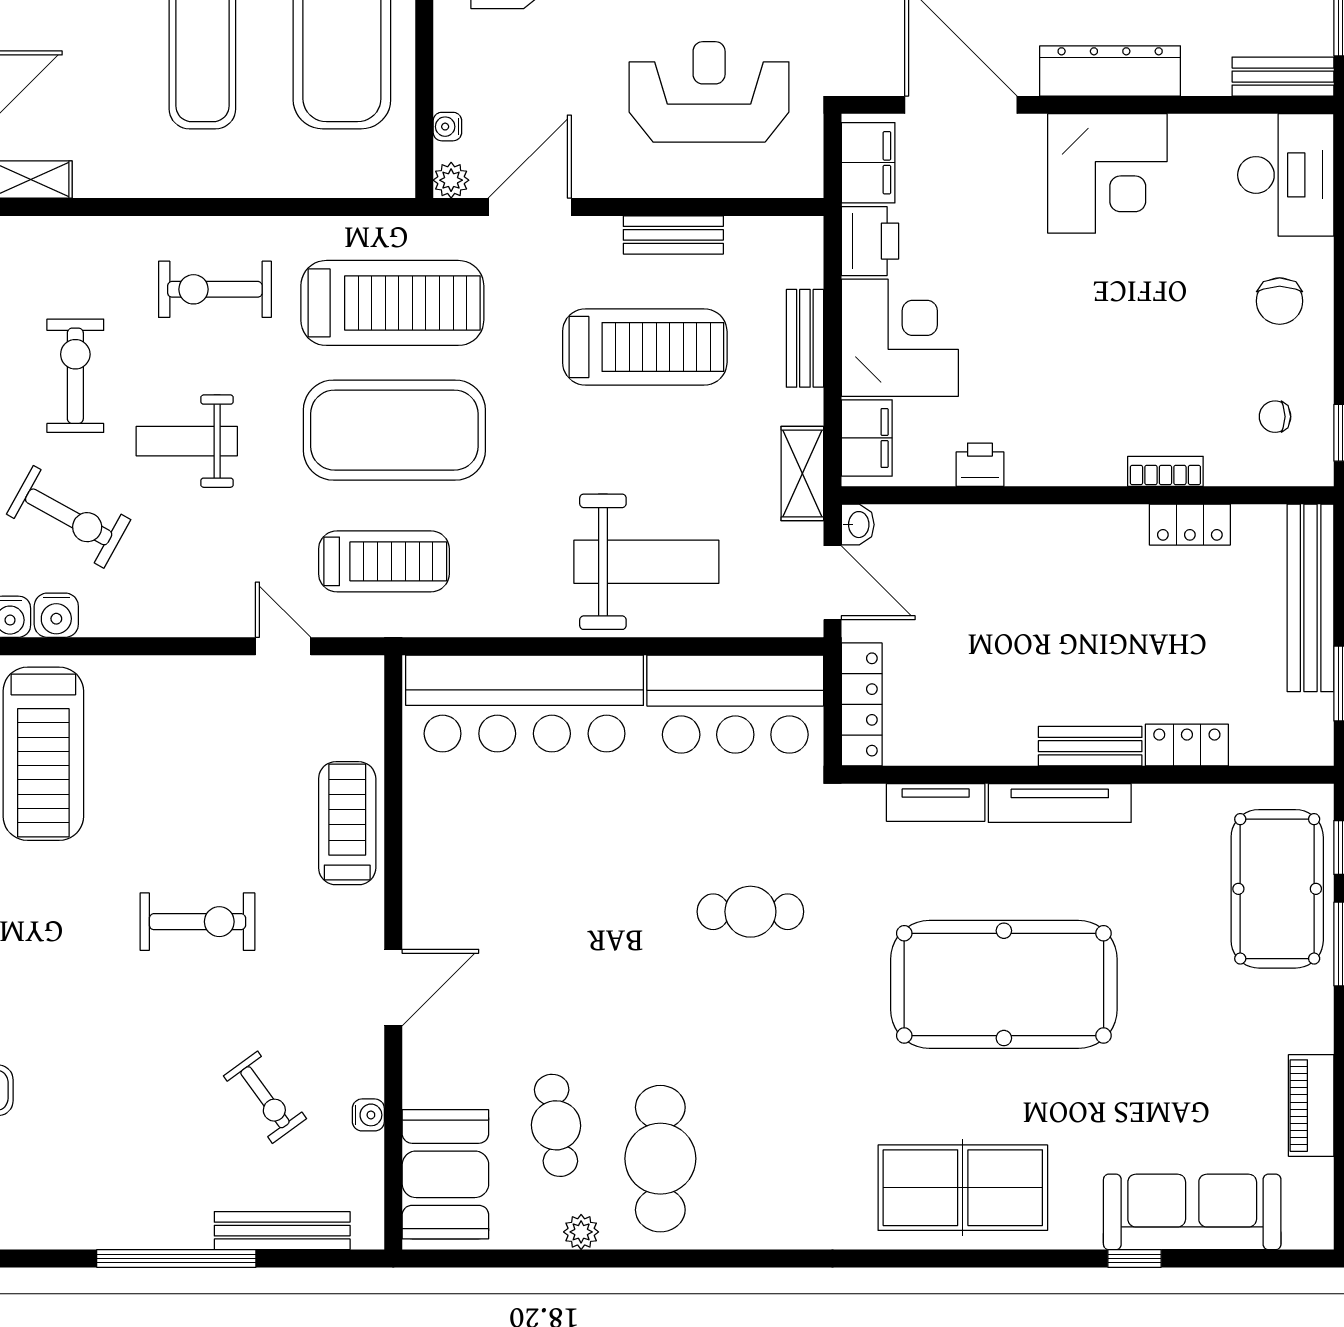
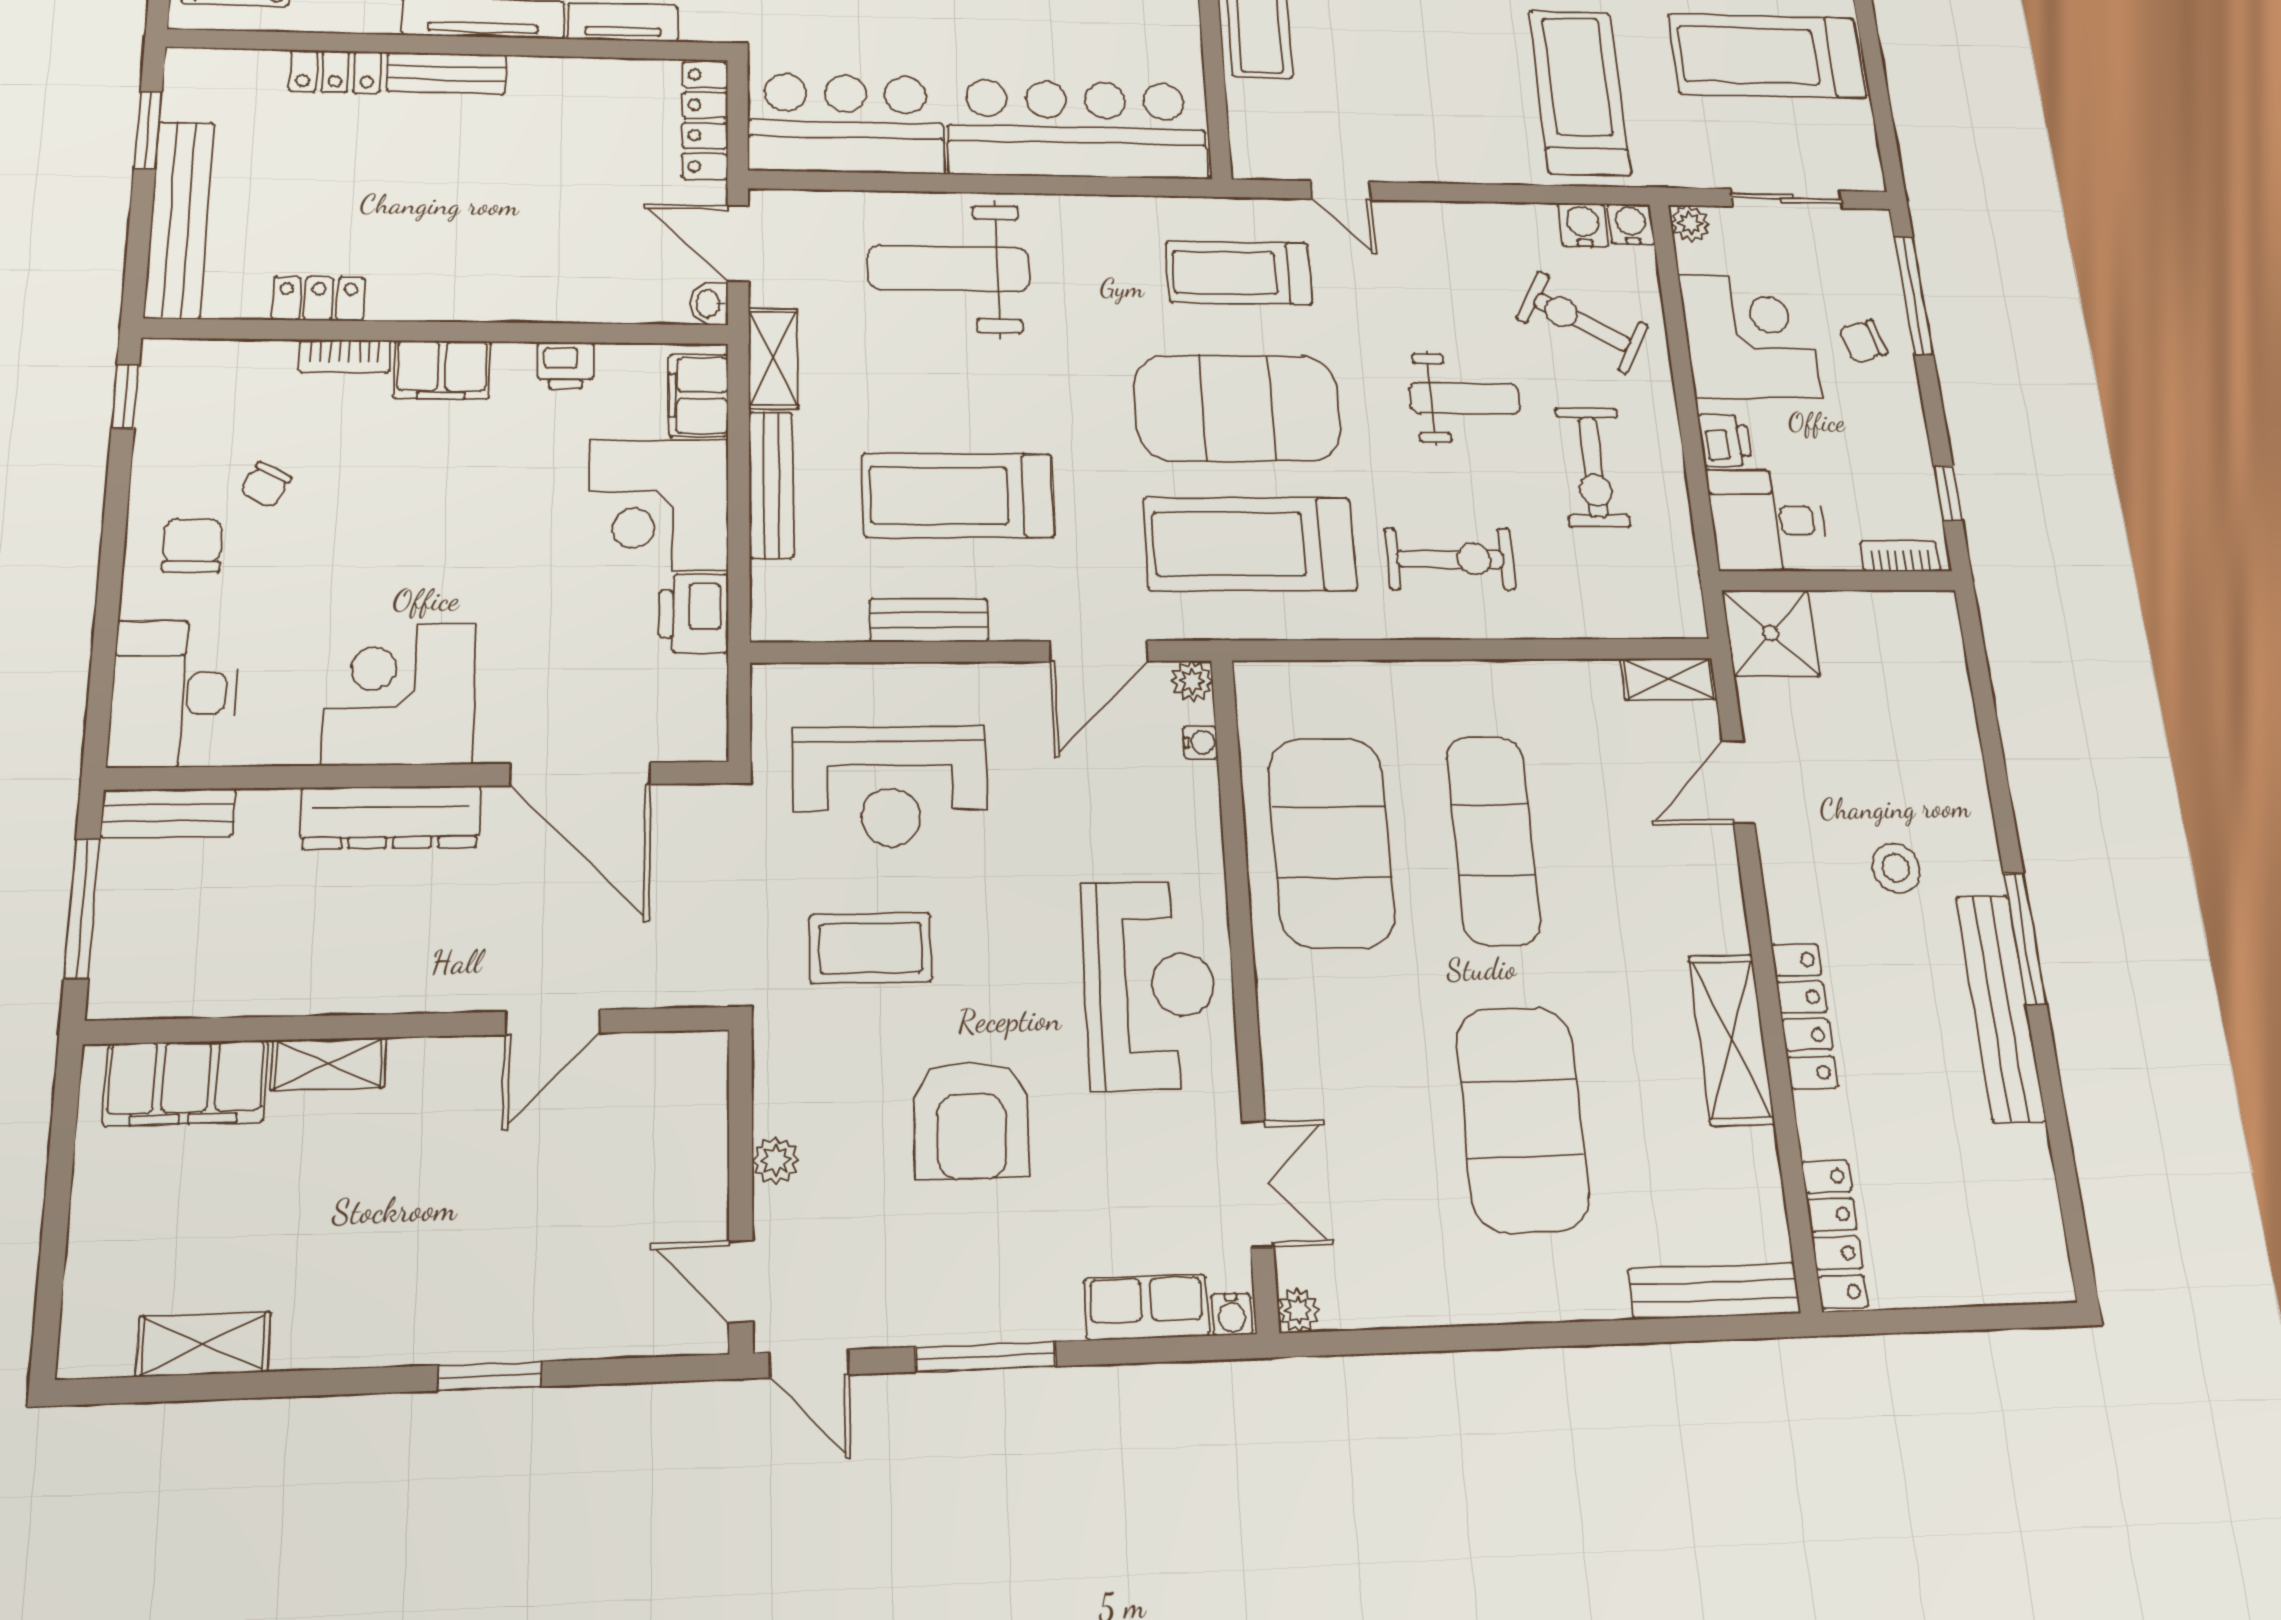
filing cabinet: (868, 163) -> (442, 370), moved, turned -90
bench: (805, 338) -> (771, 485), width x1.36
chair: (1275, 417) -> (266, 485), moved, turned 117

